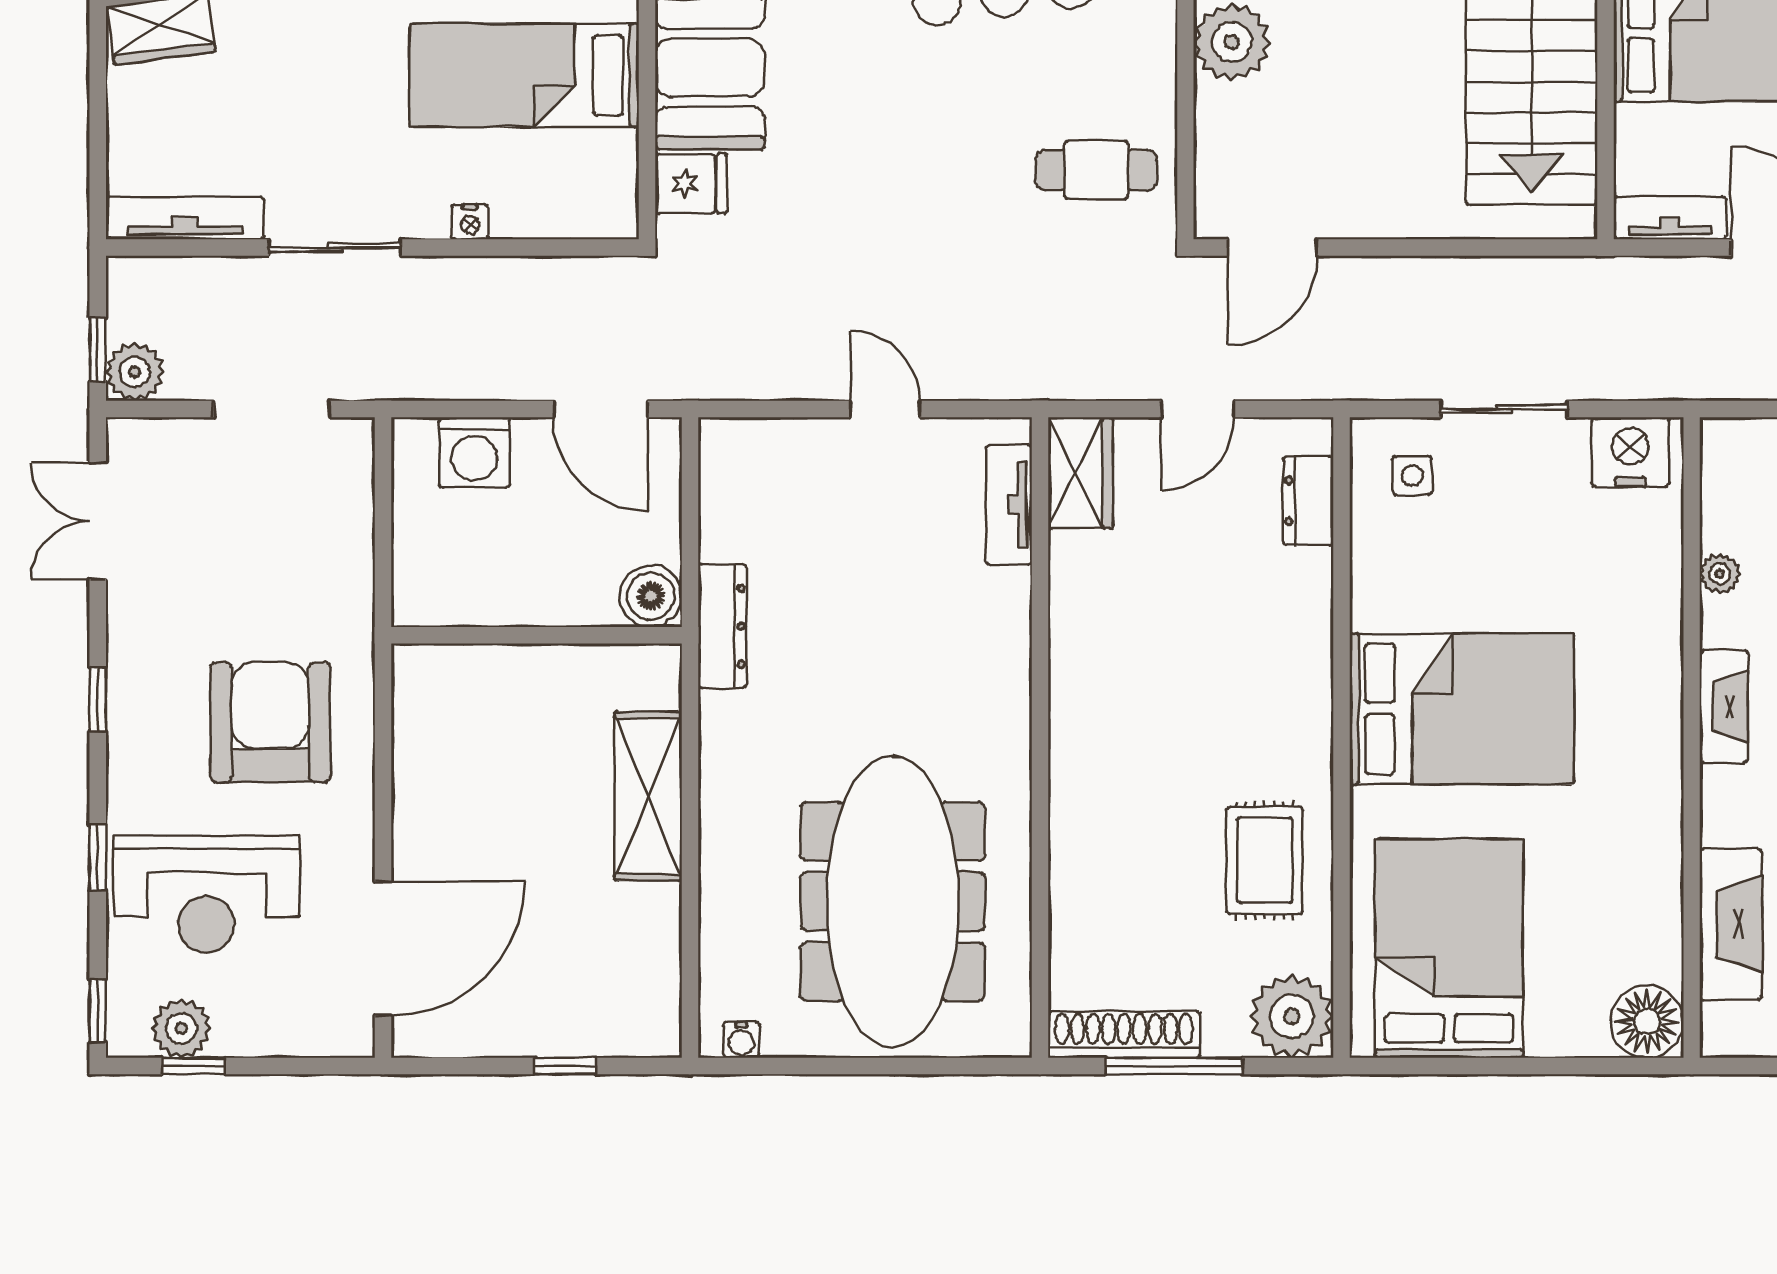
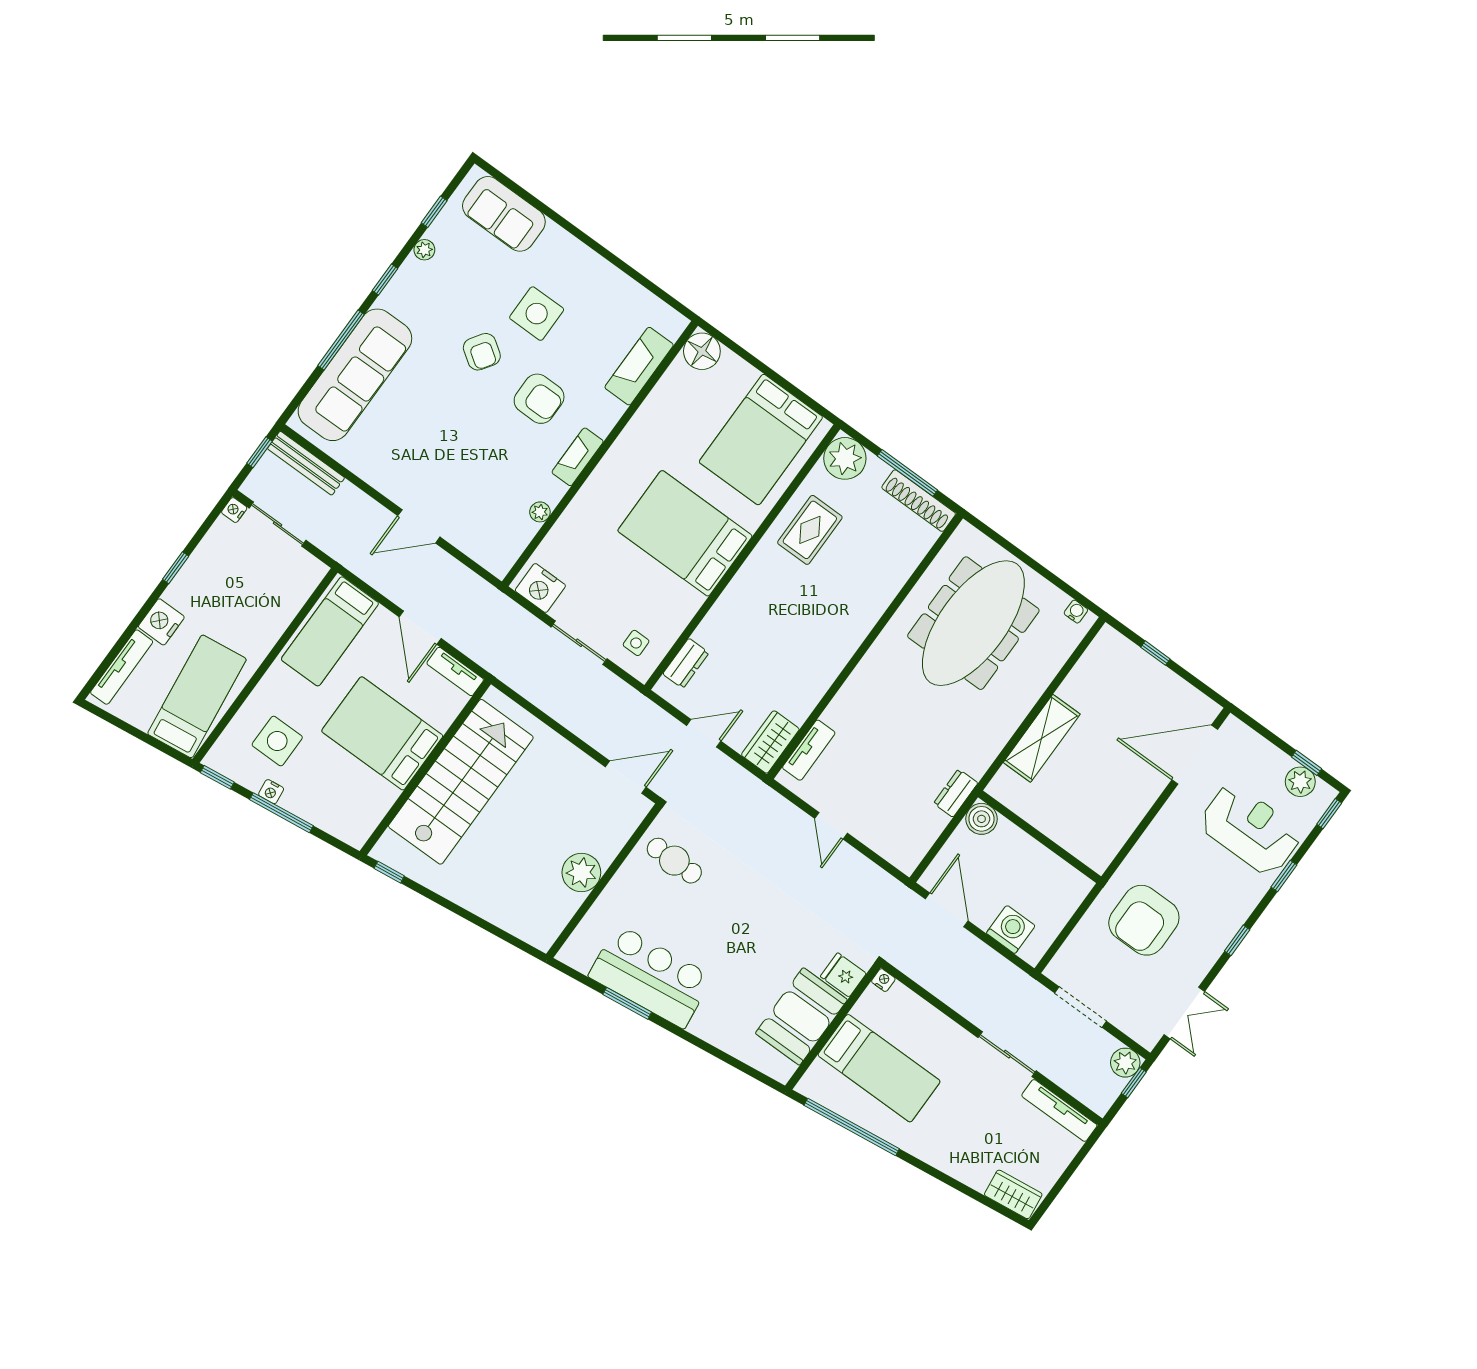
nightstand: (470, 222) -> (883, 980), moved
dresser: (722, 626) -> (956, 793), width x0.70
armchair: (270, 722) -> (1144, 920), moved

